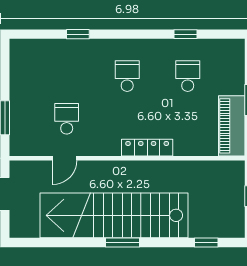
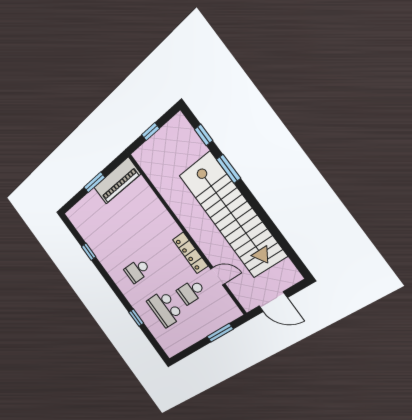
school desk: (188, 76) -> (165, 309), moved, width x1.85
locker: (147, 148) -> (190, 253), moved
window: (122, 242) -> (229, 169), moved

